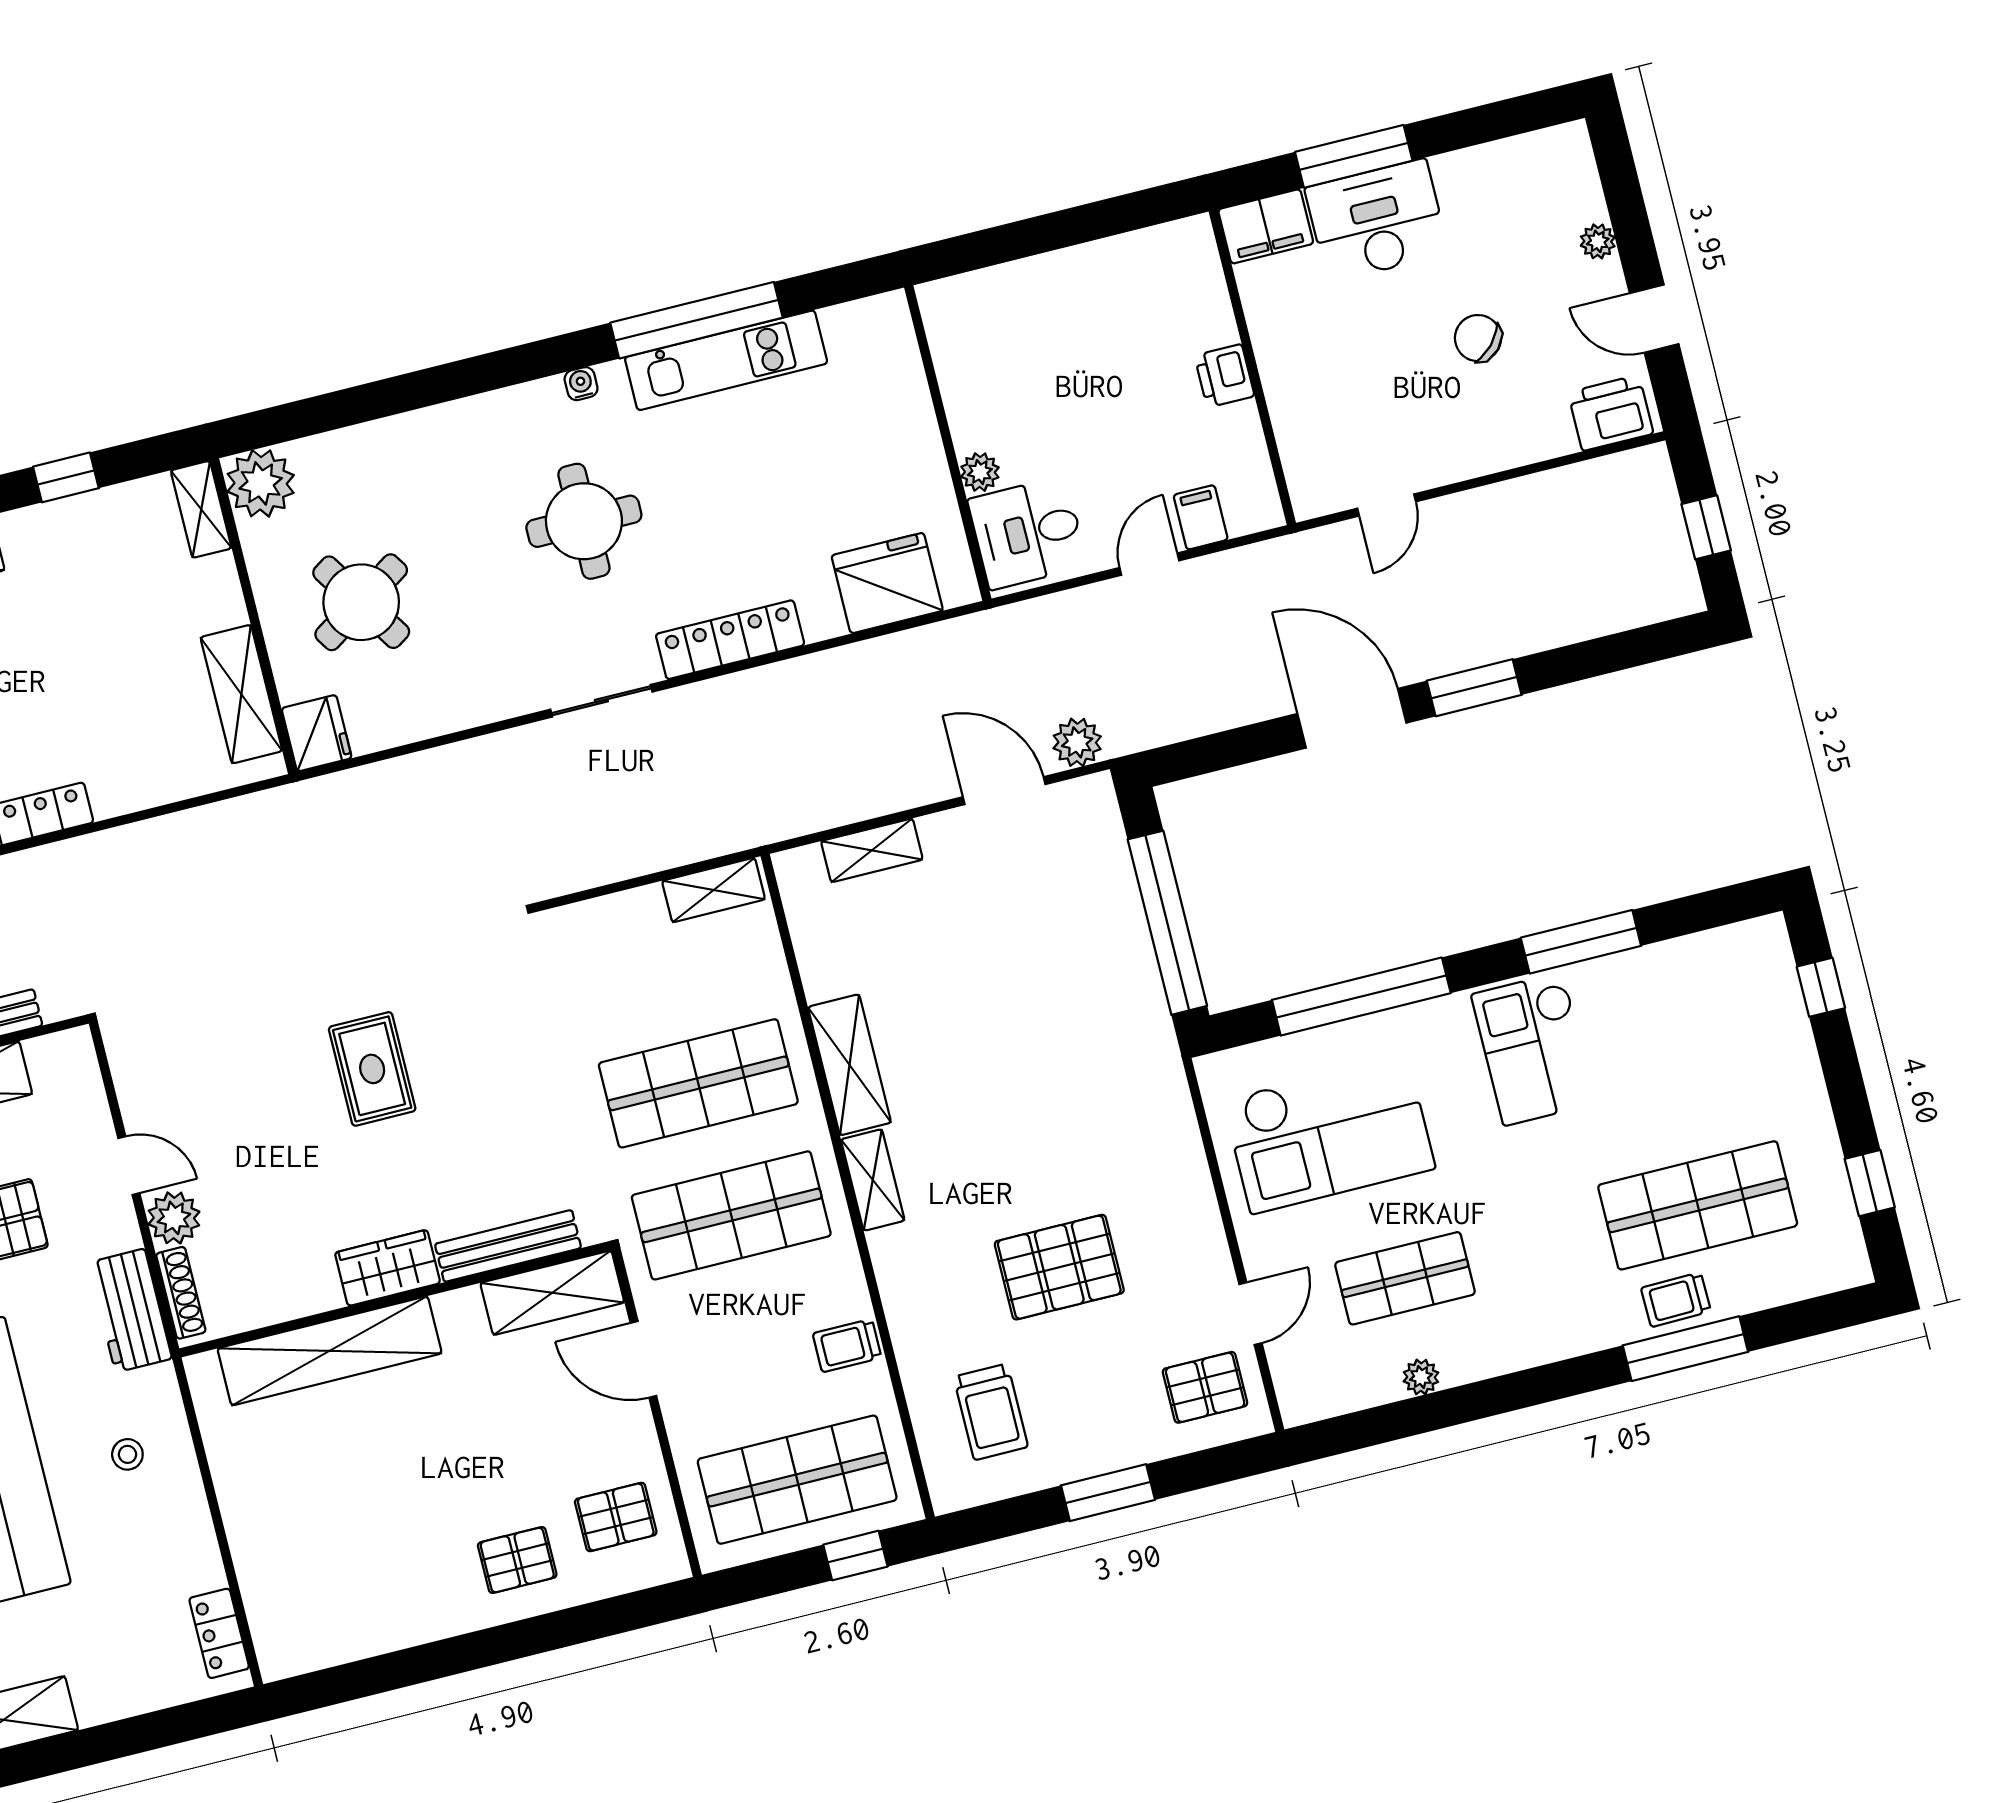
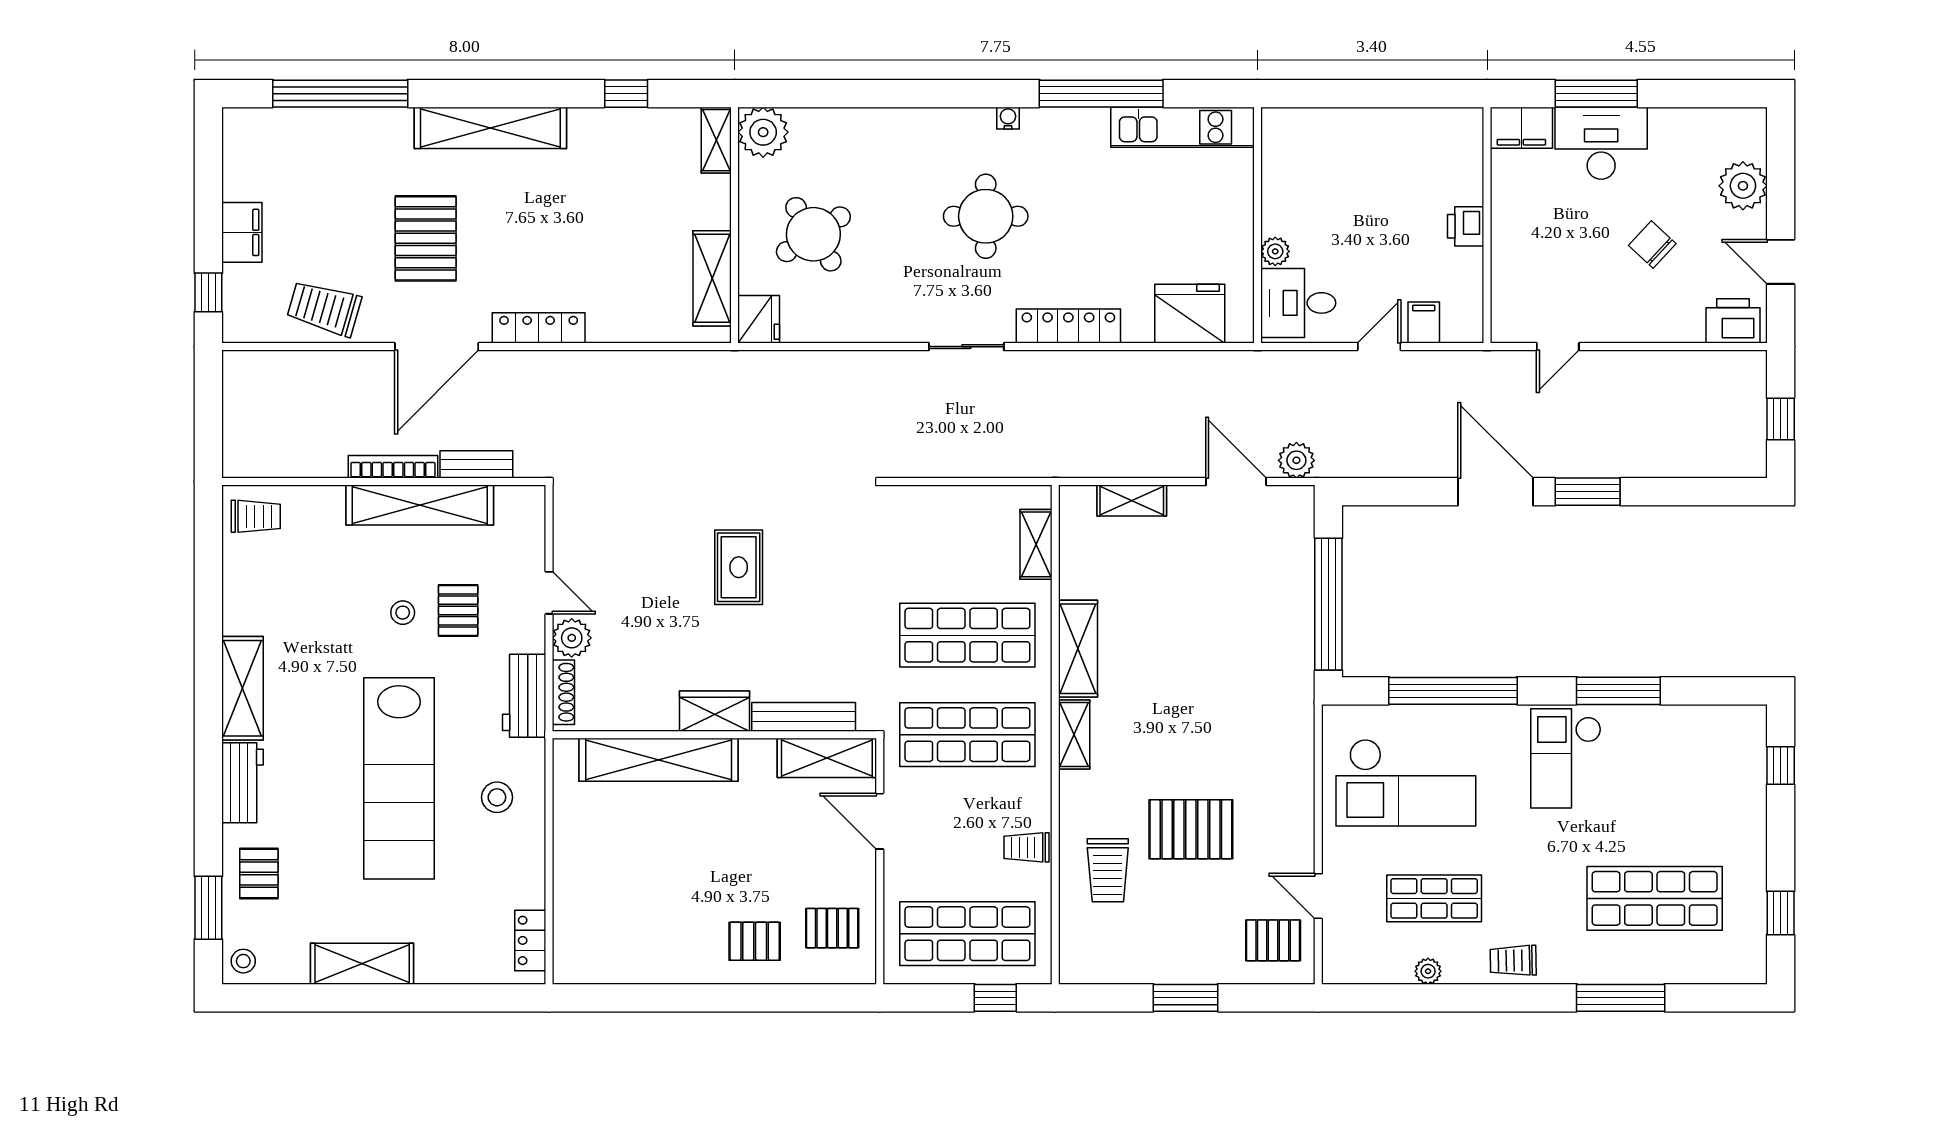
plant: (1598, 241) -> (1743, 186), width x1.88, depth x1.88
kitchen unit: (726, 360) -> (1183, 127), moved
shelving: (714, 890) -> (1036, 544), moved, turned 90
trolley: (1676, 1300) -> (1513, 961), moved
door: (1250, 1314) -> (1318, 896), swing flipped
trolley: (991, 1412) -> (1108, 870), moved
stool: (127, 1454) -> (497, 797), width x1.37, depth x1.37

